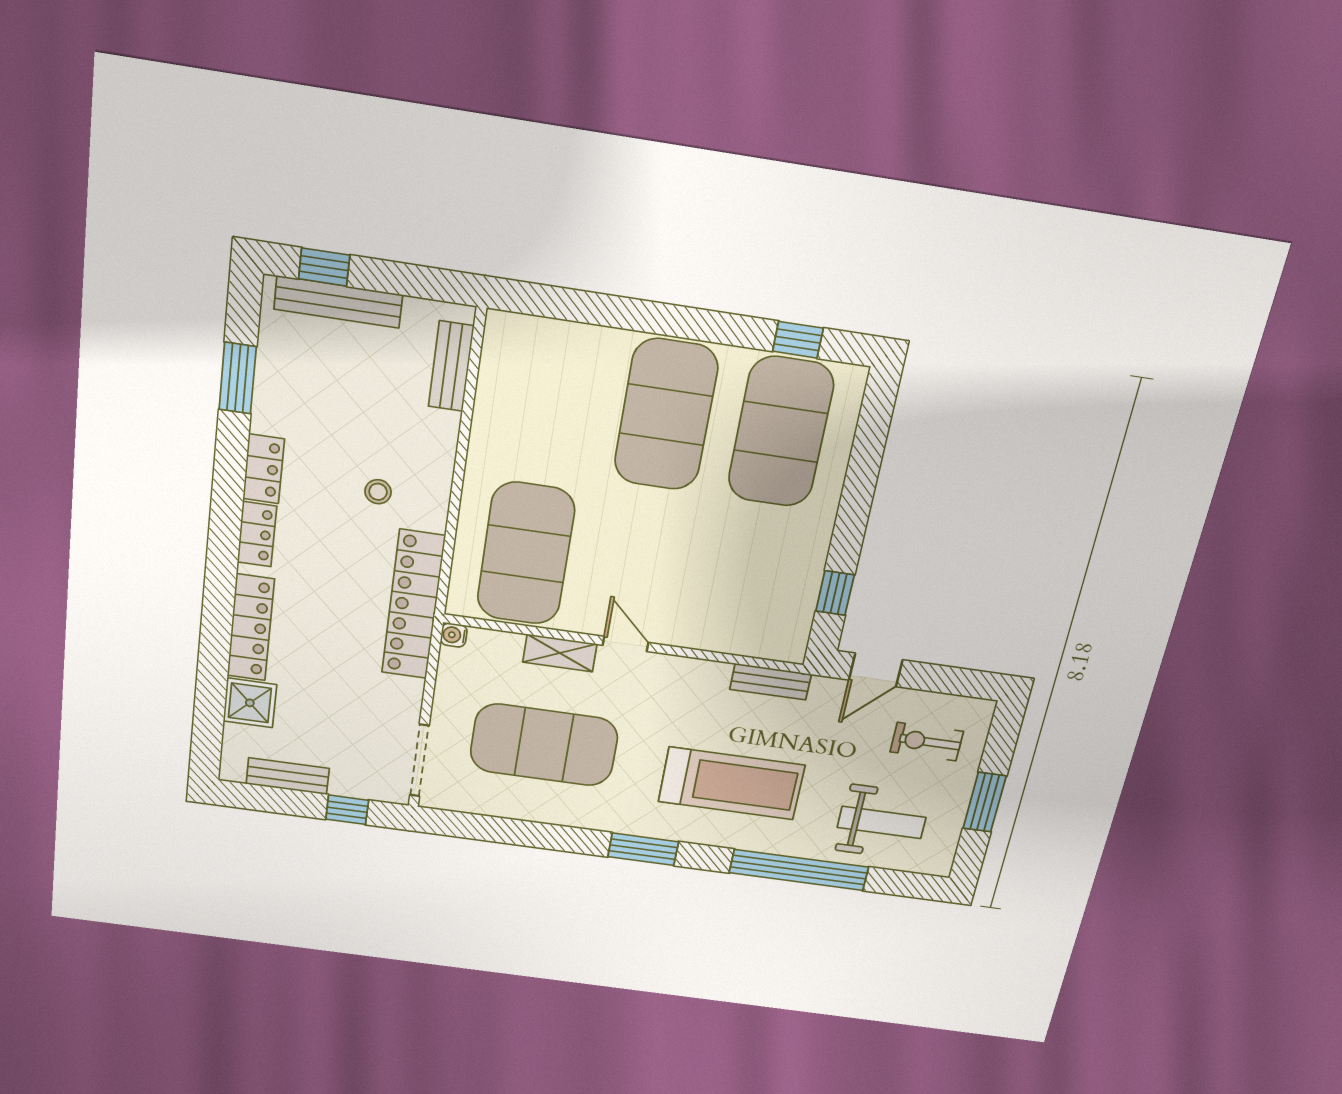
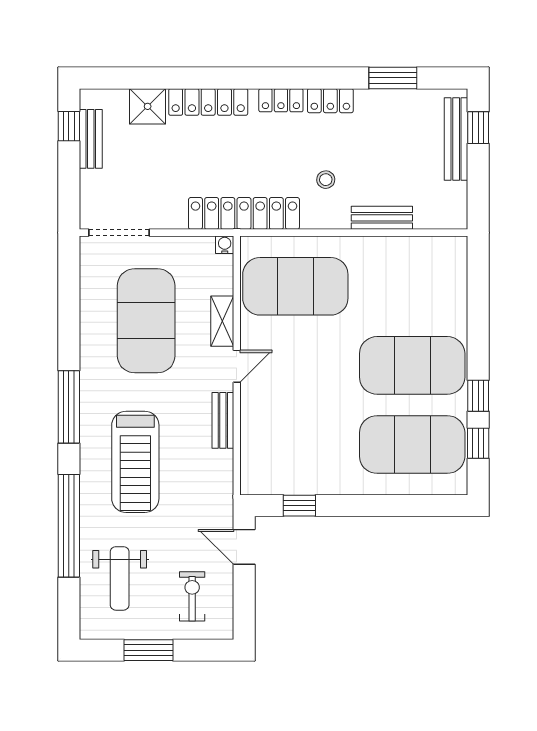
window: (728, 329) -> (478, 396), added
bench: (451, 366) -> (382, 218), moved
bench: (771, 682) -> (223, 420), moved
window: (347, 810) -> (69, 126), moved
window: (643, 849) -> (69, 407), width x1.44

